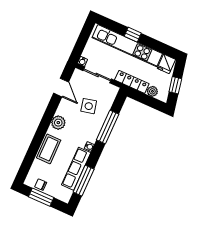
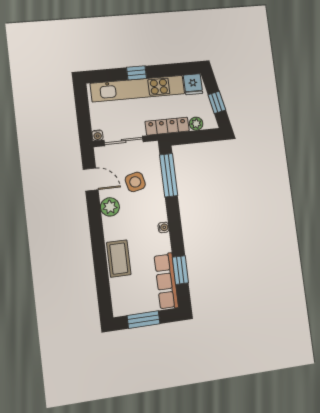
plant: (58, 123) -> (110, 207), moved
window: (108, 127) -> (169, 175), moved
row of seats: (76, 169) -> (166, 281), moved
window: (84, 181) -> (180, 270), width x0.69
chair: (41, 185) -> (134, 305), removed

